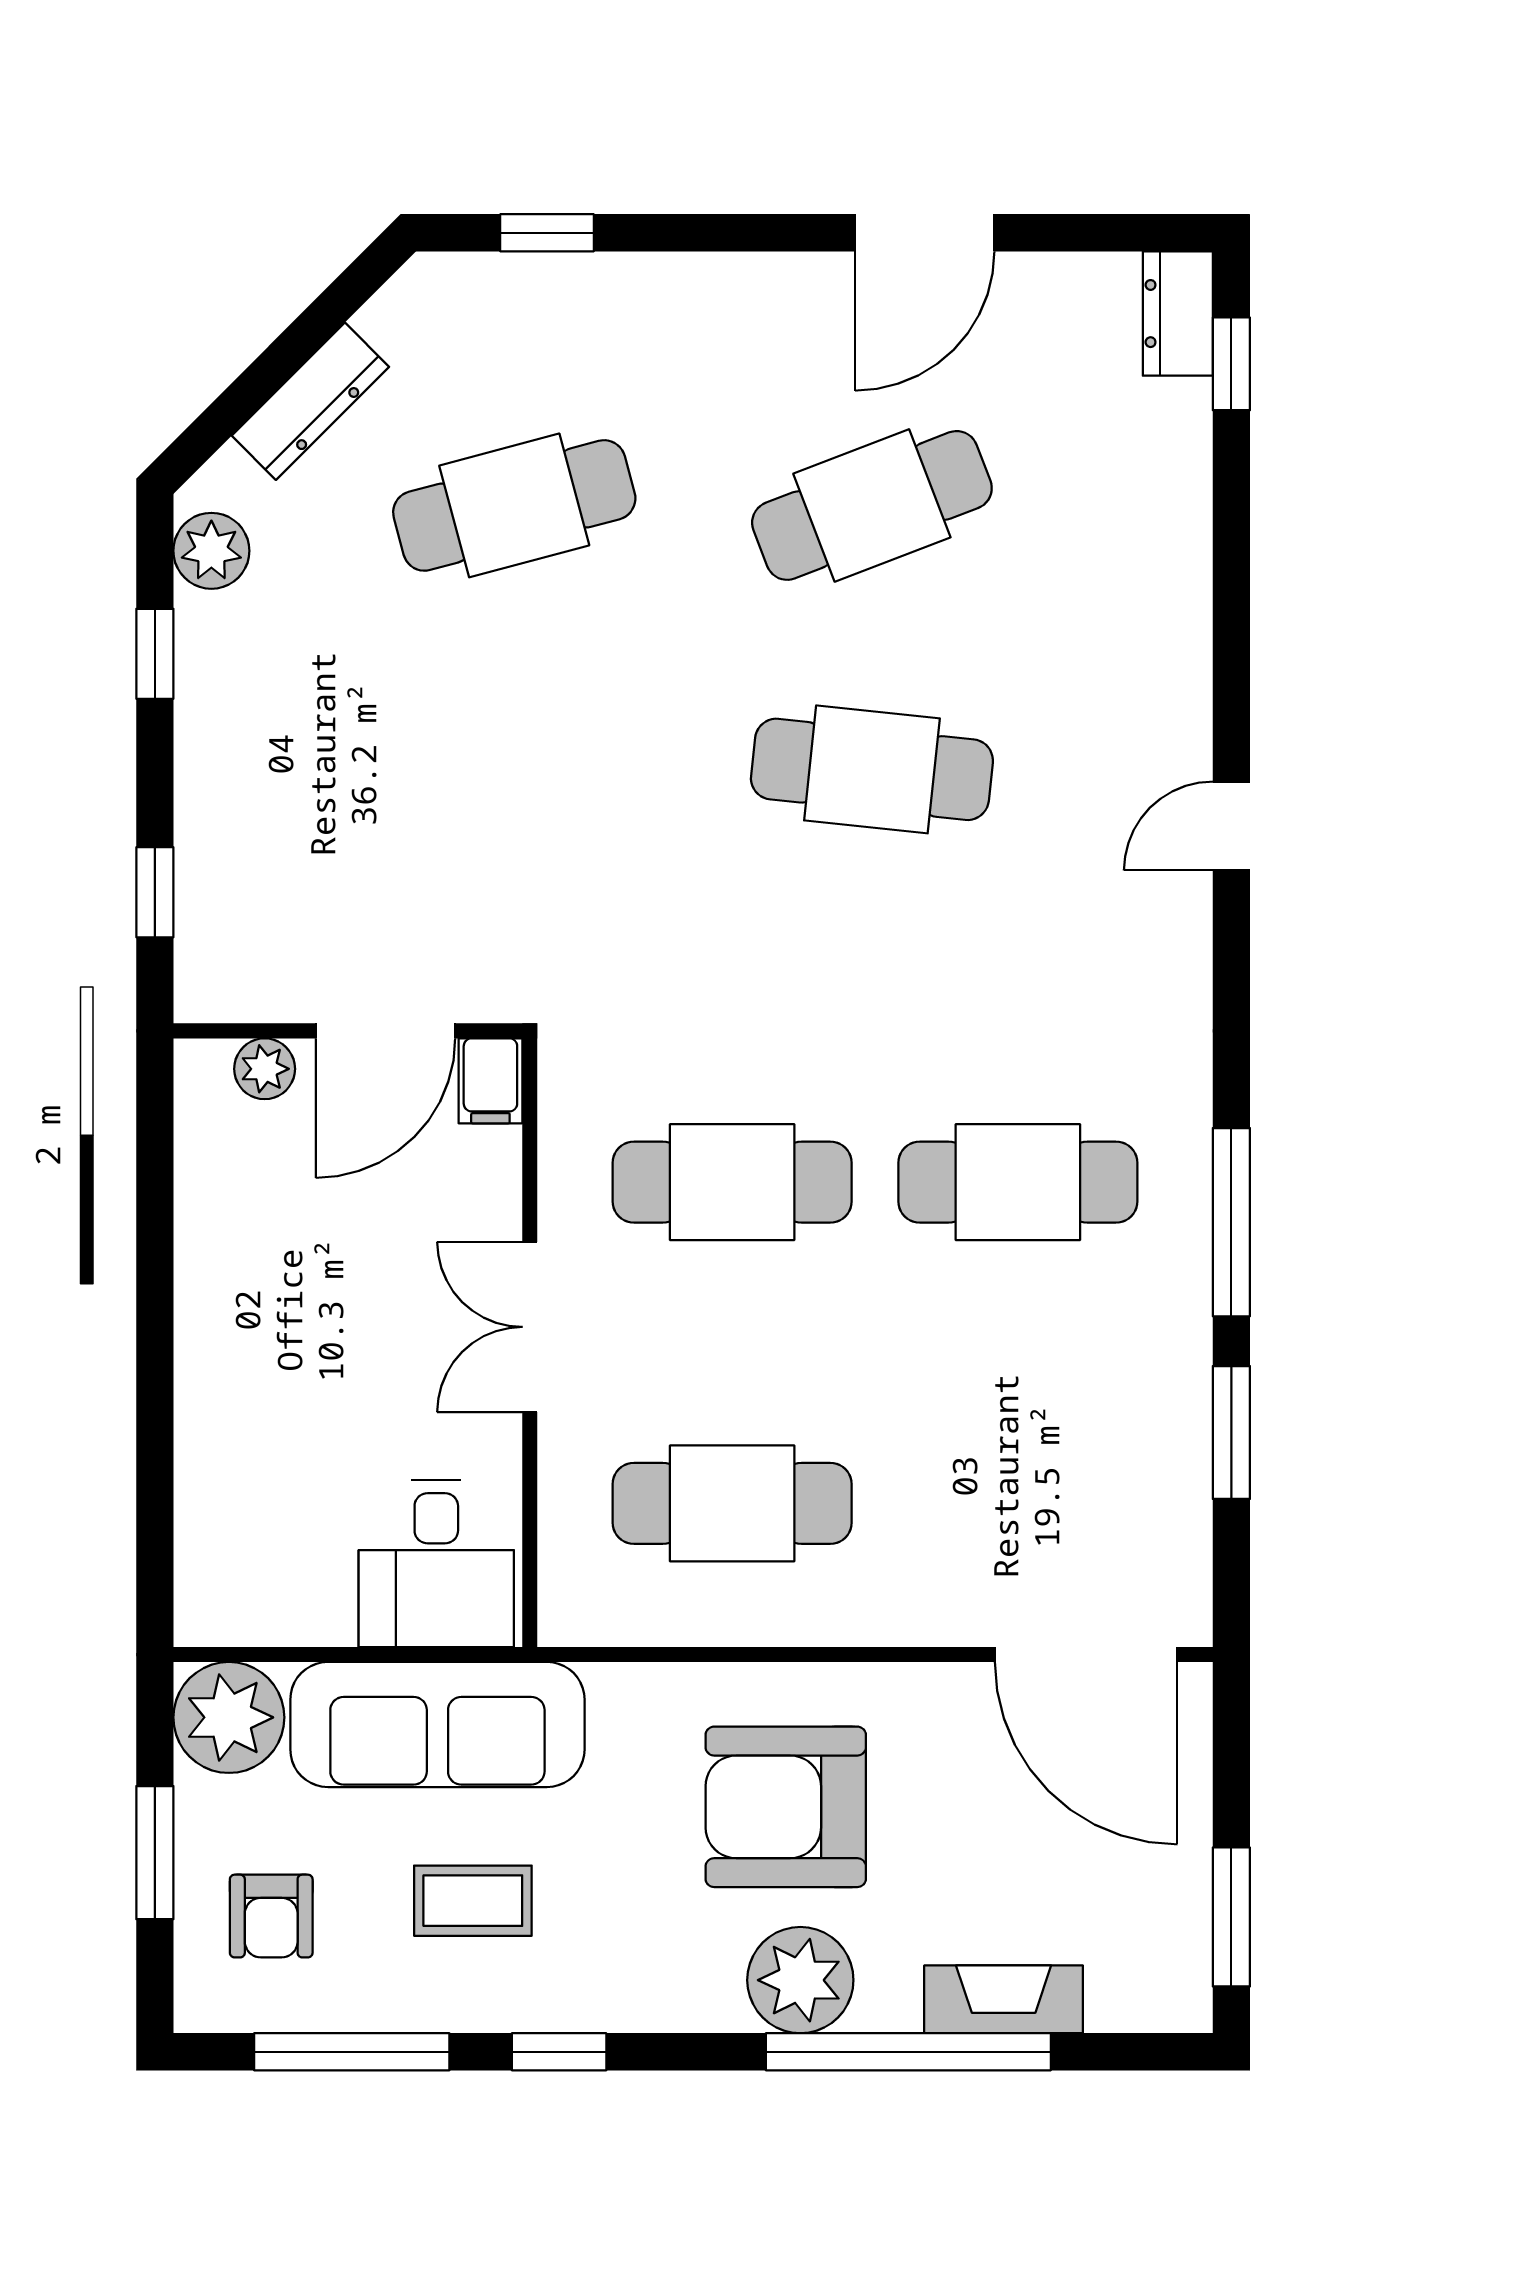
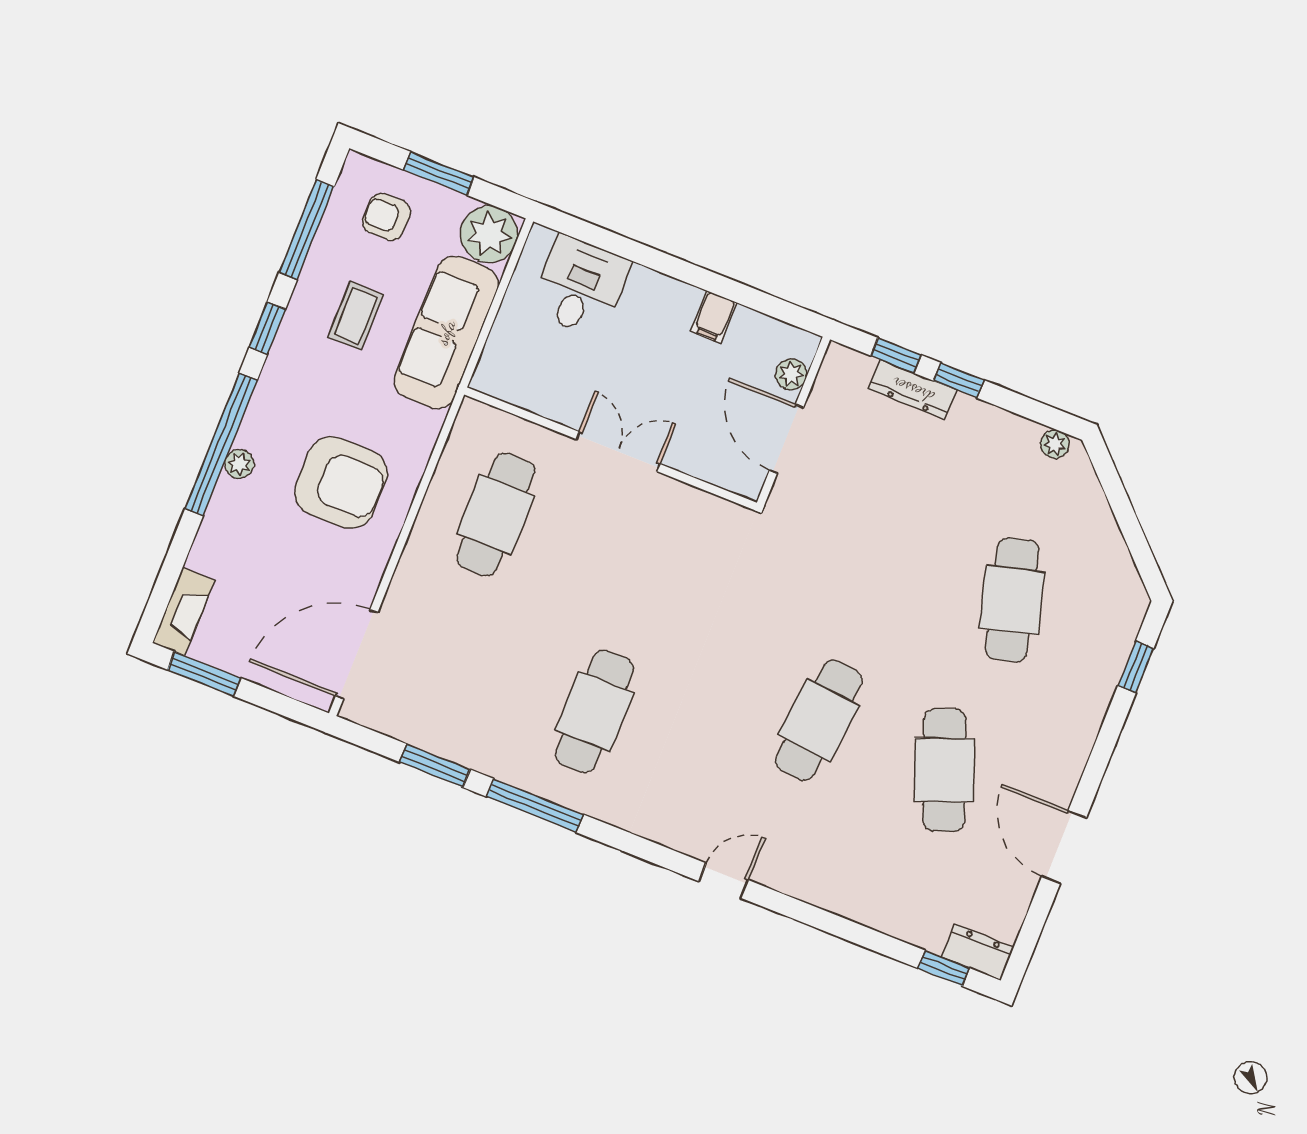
dresser: (310, 401) -> (913, 390), moved, turned -45
plant: (211, 551) -> (1055, 444), width x0.73, depth x0.73
window: (155, 654) -> (959, 380), moved
door: (1231, 826) -> (724, 881), hinge flipped
filing cabinet: (490, 1081) -> (714, 317), moved, turned -90
cafe table: (732, 1182) -> (649, 575), removed
desk: (436, 1563) -> (580, 286), moved, turned 90
armchair: (786, 1807) -> (341, 483), turned 90
plant: (800, 1980) -> (239, 464), width x0.53, depth x0.53
fireplace: (1004, 1999) -> (183, 612), moved
window: (908, 2052) -> (221, 444), moved

